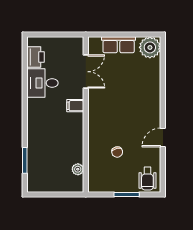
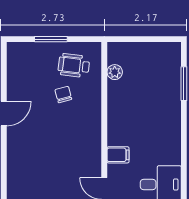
wheelchair: (147, 179) -> (74, 65), moved, turned -83

